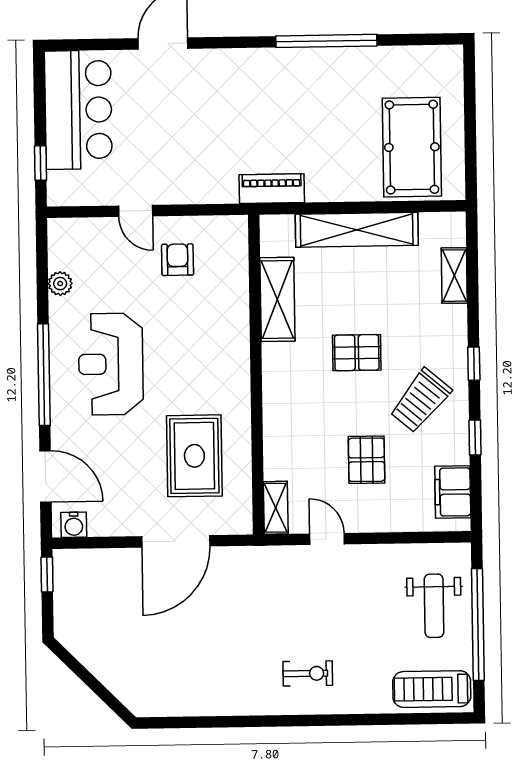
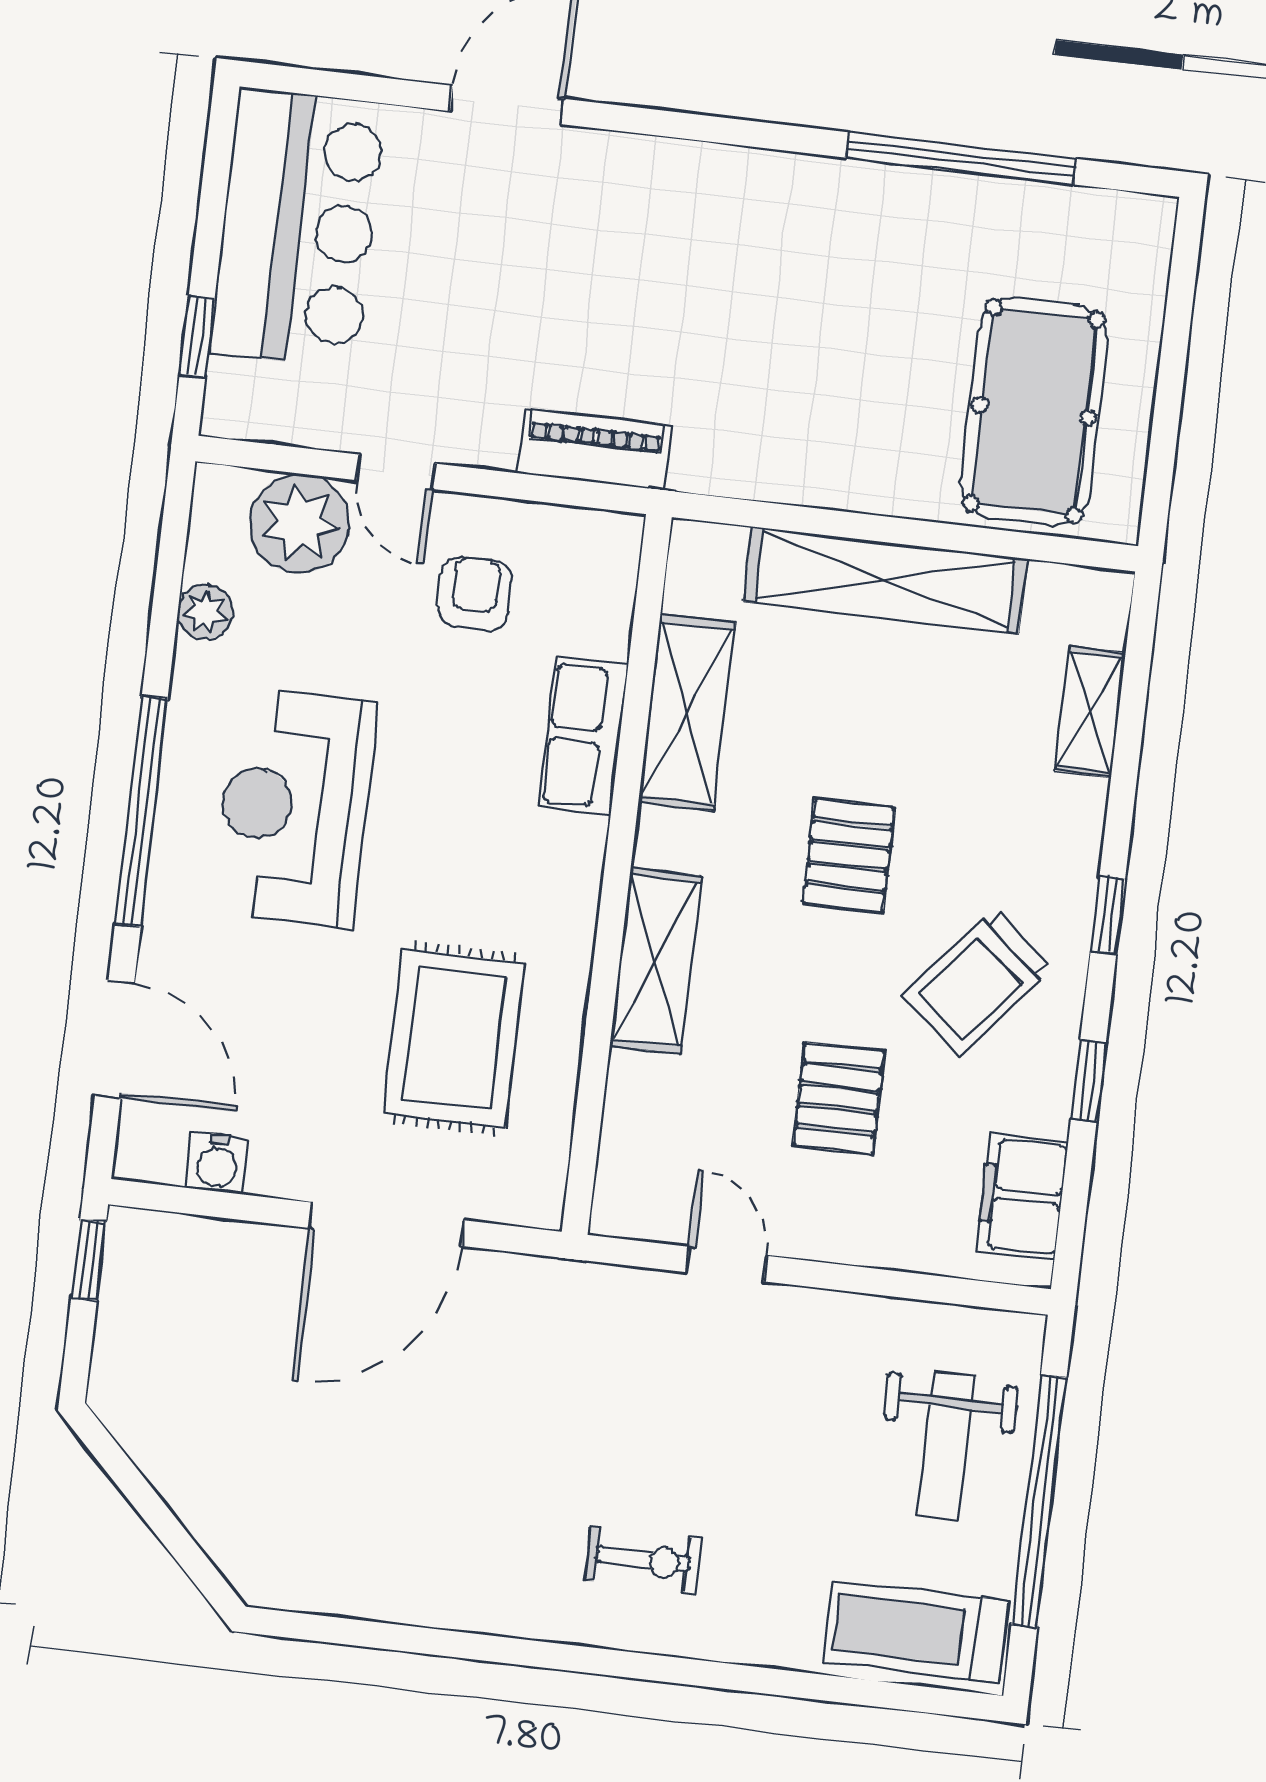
window: (326, 41) -> (961, 158), moved
piano: (272, 189) -> (594, 449), moved
plant: (96, 239) -> (299, 523), added
row of seats: (233, 316) -> (584, 736), added
pallet: (357, 353) -> (849, 855), turned 90
shelving: (276, 508) -> (656, 961), moved, width x1.50, depth x1.33
water cooler: (74, 525) -> (217, 1163), moved

